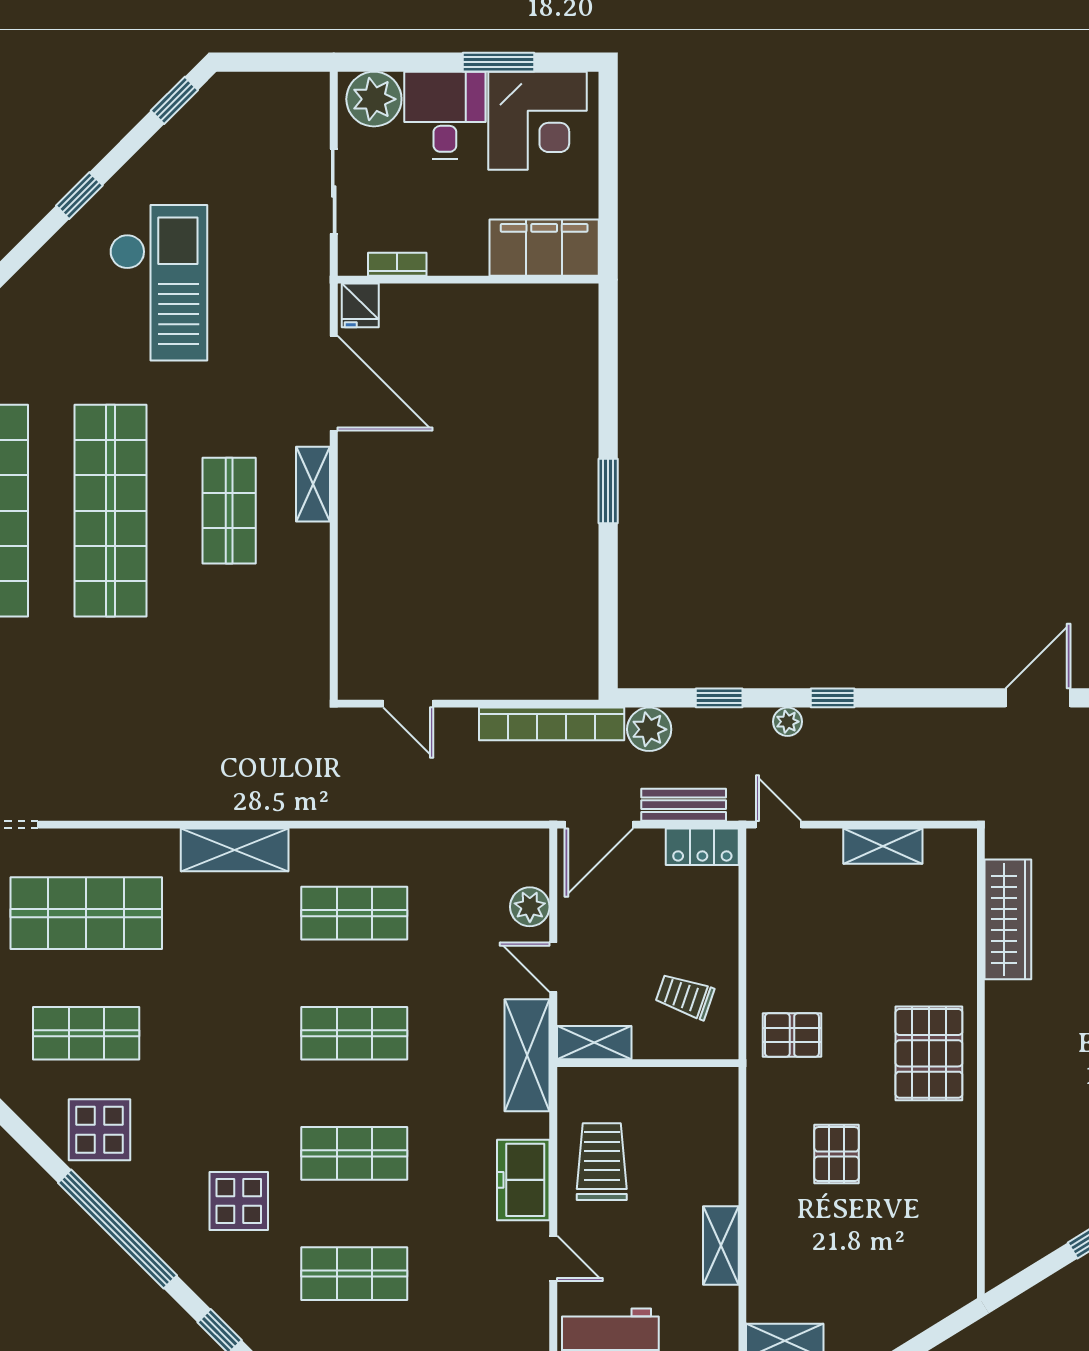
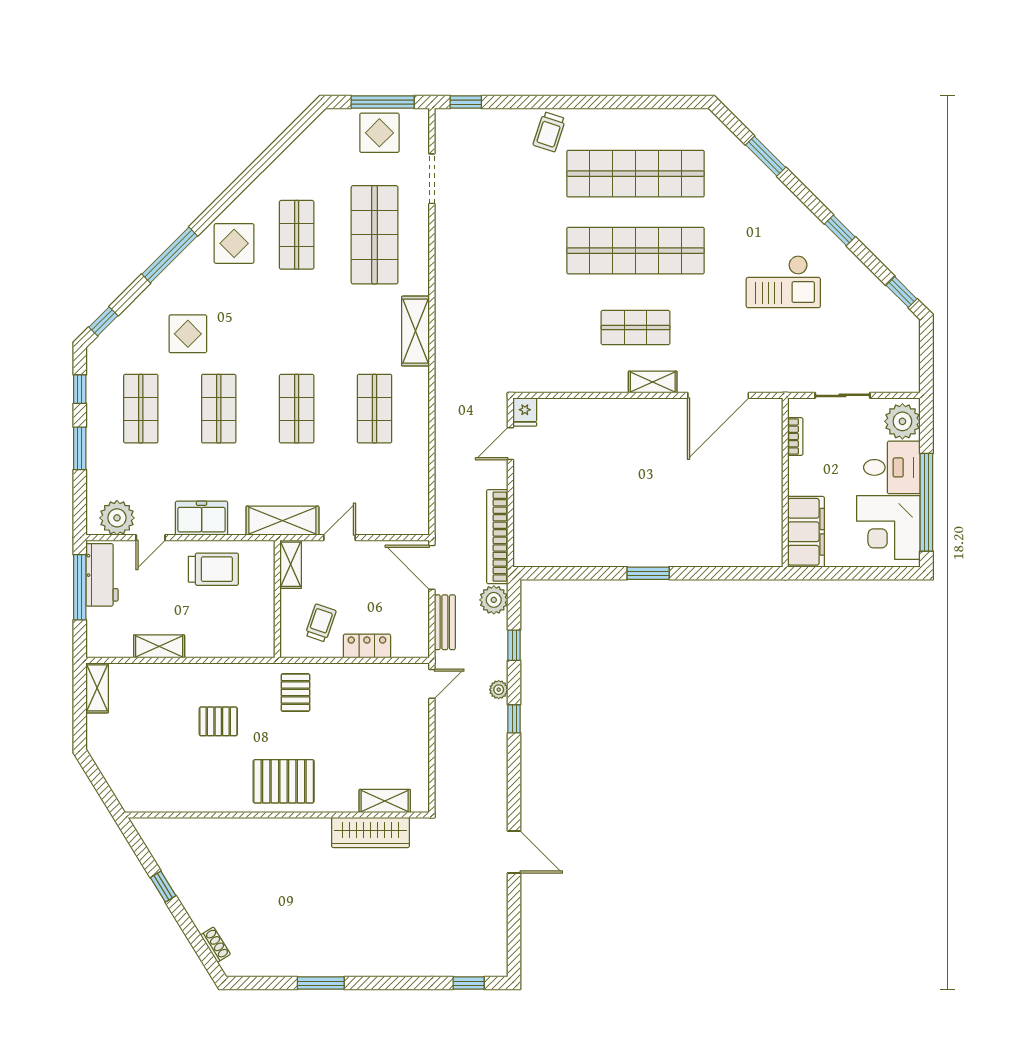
window: (499, 62) -> (926, 502), width x2.11
checkout: (158, 283) -> (783, 282), width x0.73, depth x0.83
fridge: (360, 305) -> (525, 412), moved, turned -90
shelving: (883, 846) -> (385, 801), moved, turned 90
locker: (702, 847) -> (367, 646), moved, turned 90
plant: (530, 907) -> (117, 518), moved, width x1.36, depth x1.36
window: (117, 1229) -> (170, 255), width x0.68

